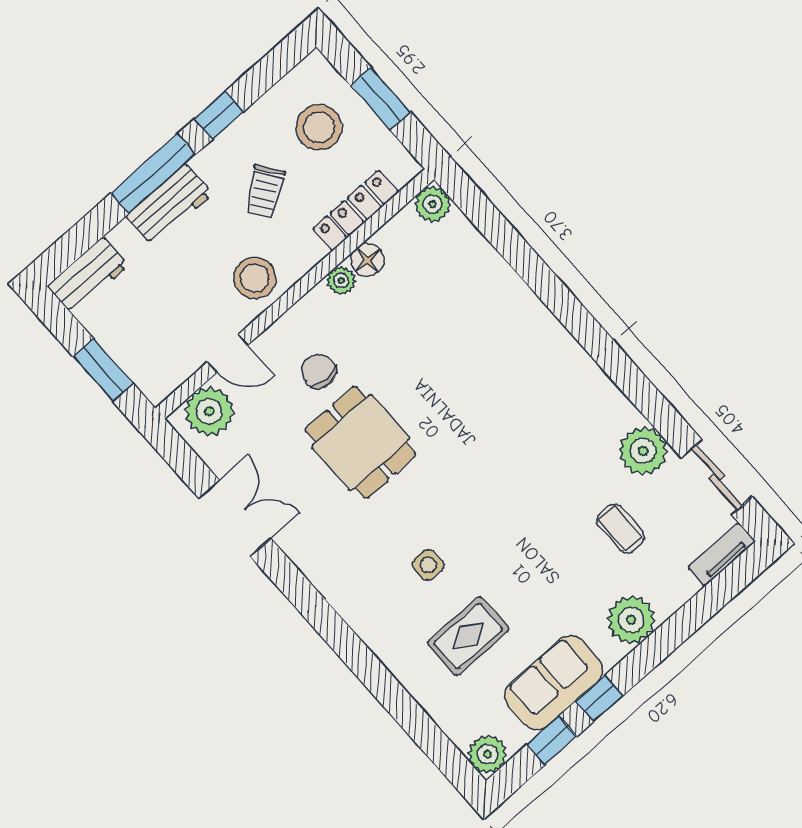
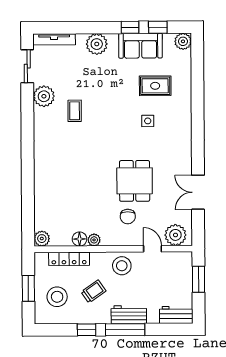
coffee table: (620, 529) -> (75, 111), moved
tv unit: (722, 554) -> (54, 39), width x1.41

